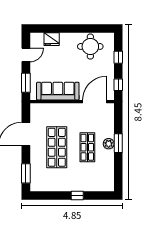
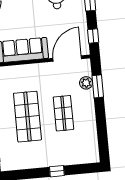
window: (118, 143) -> (98, 86), moved
plant: (109, 144) -> (86, 83), moved

